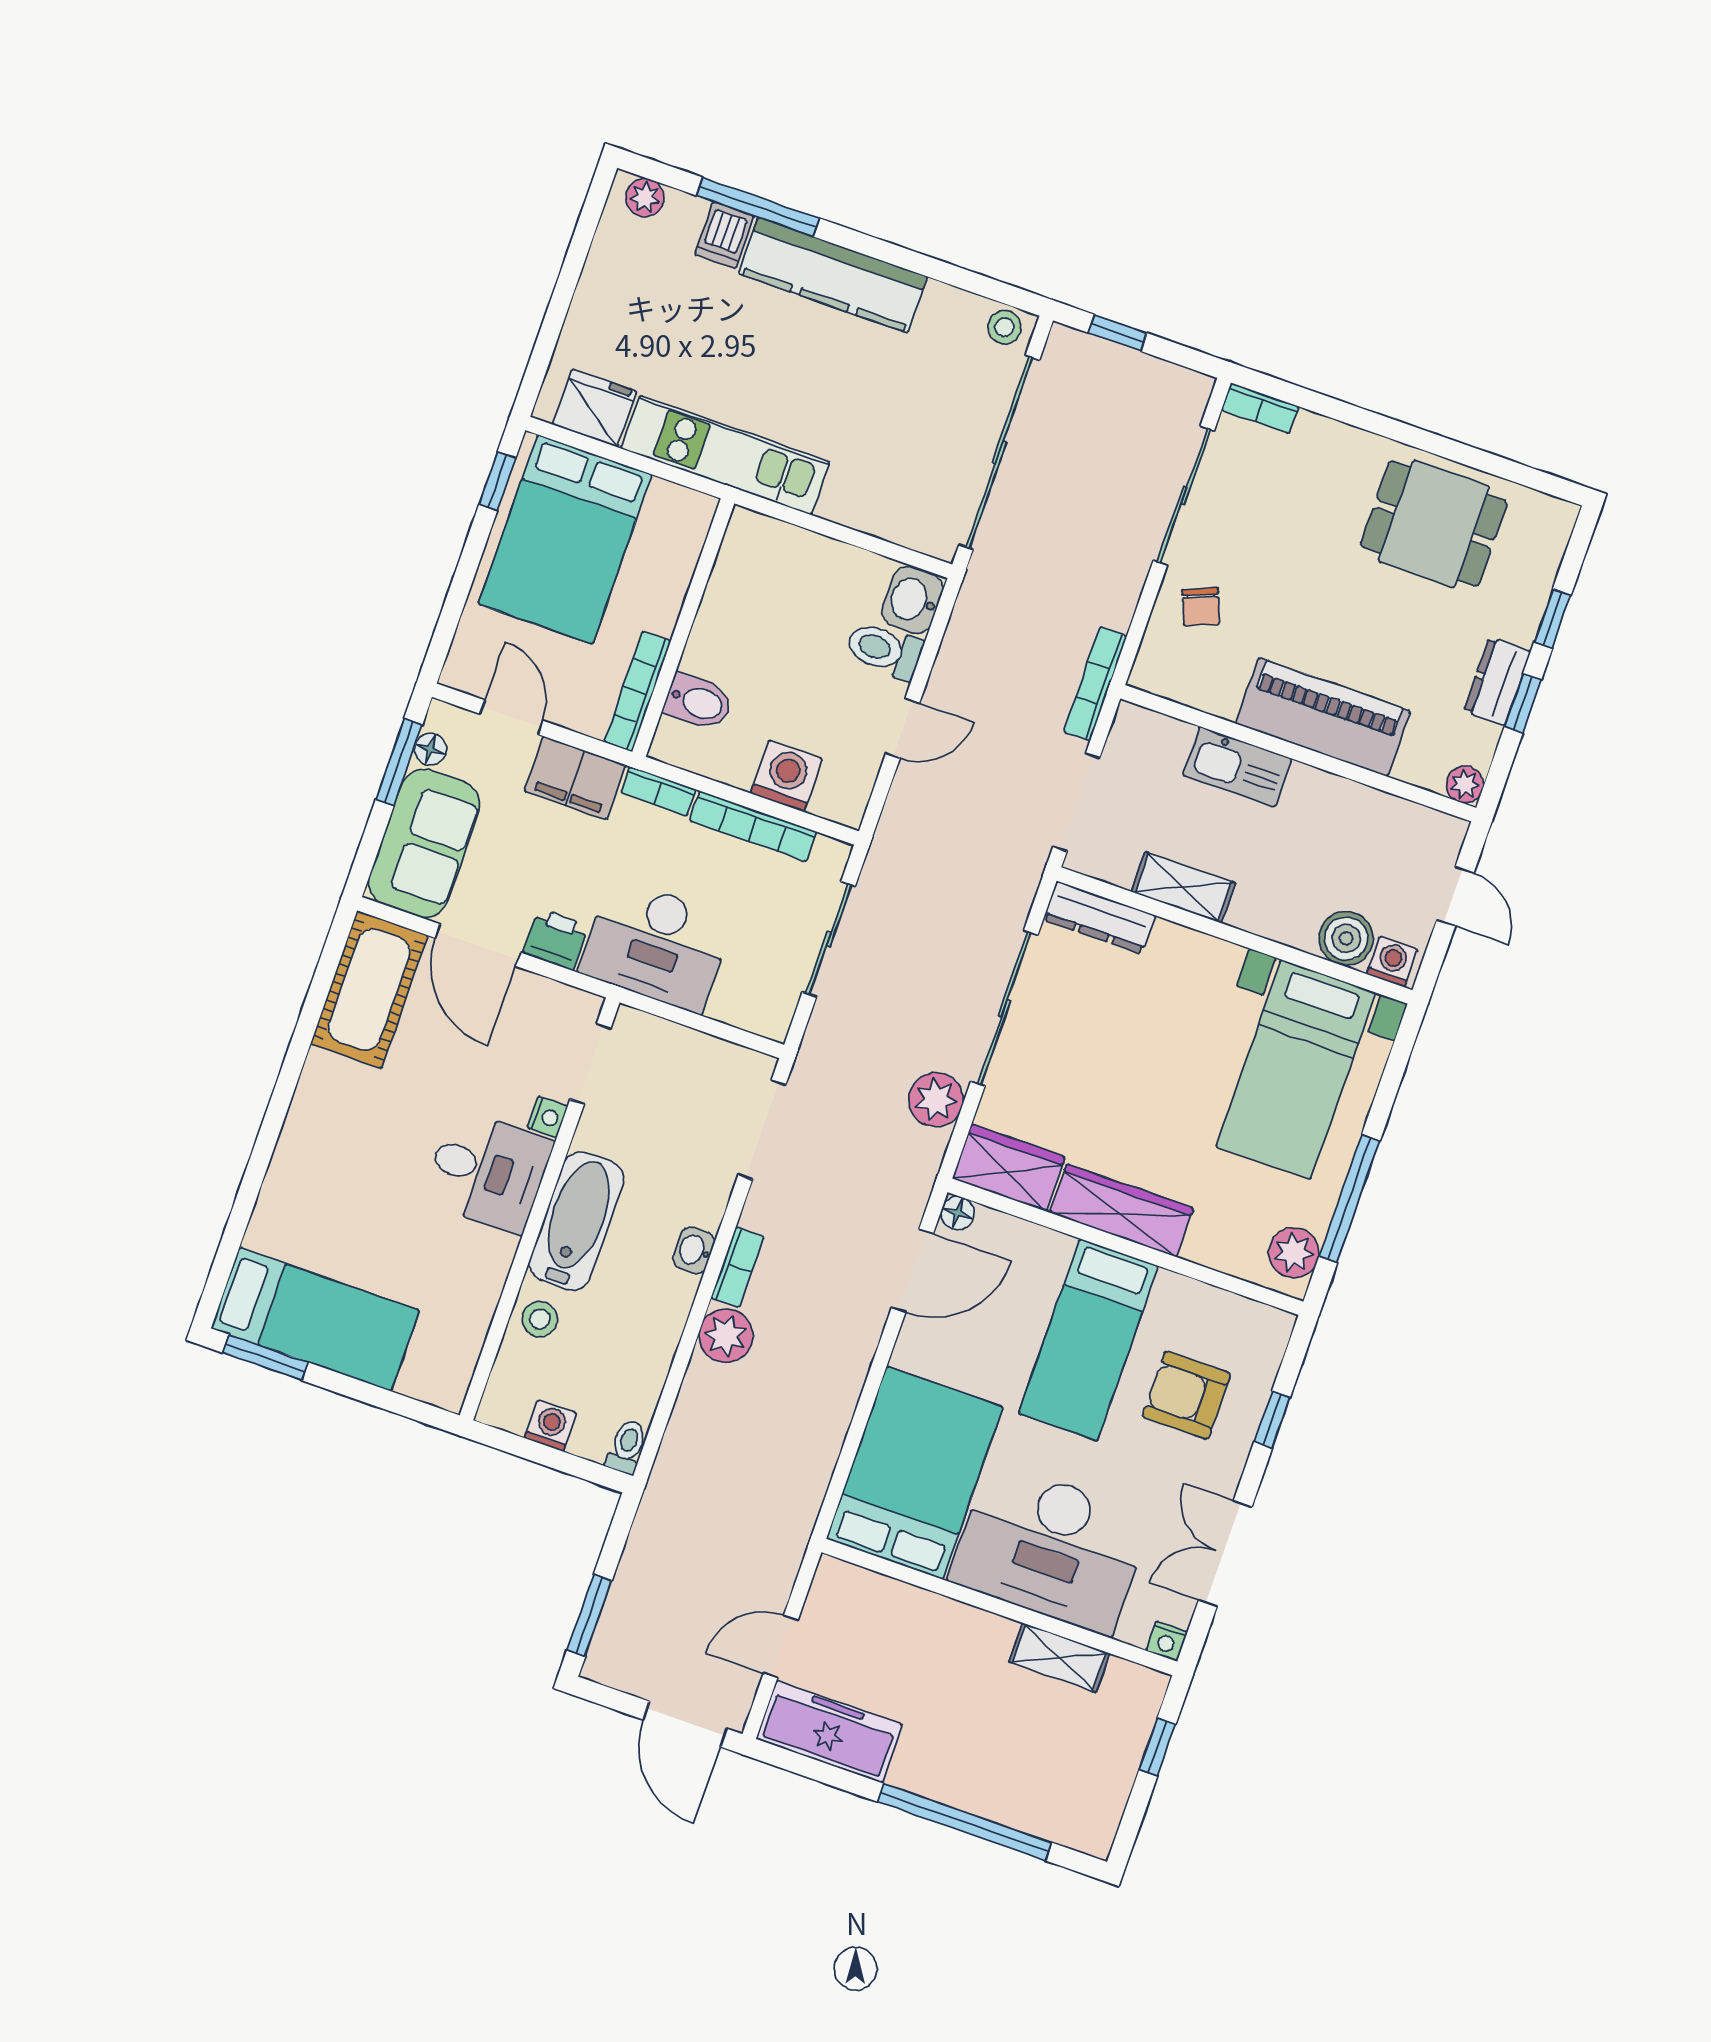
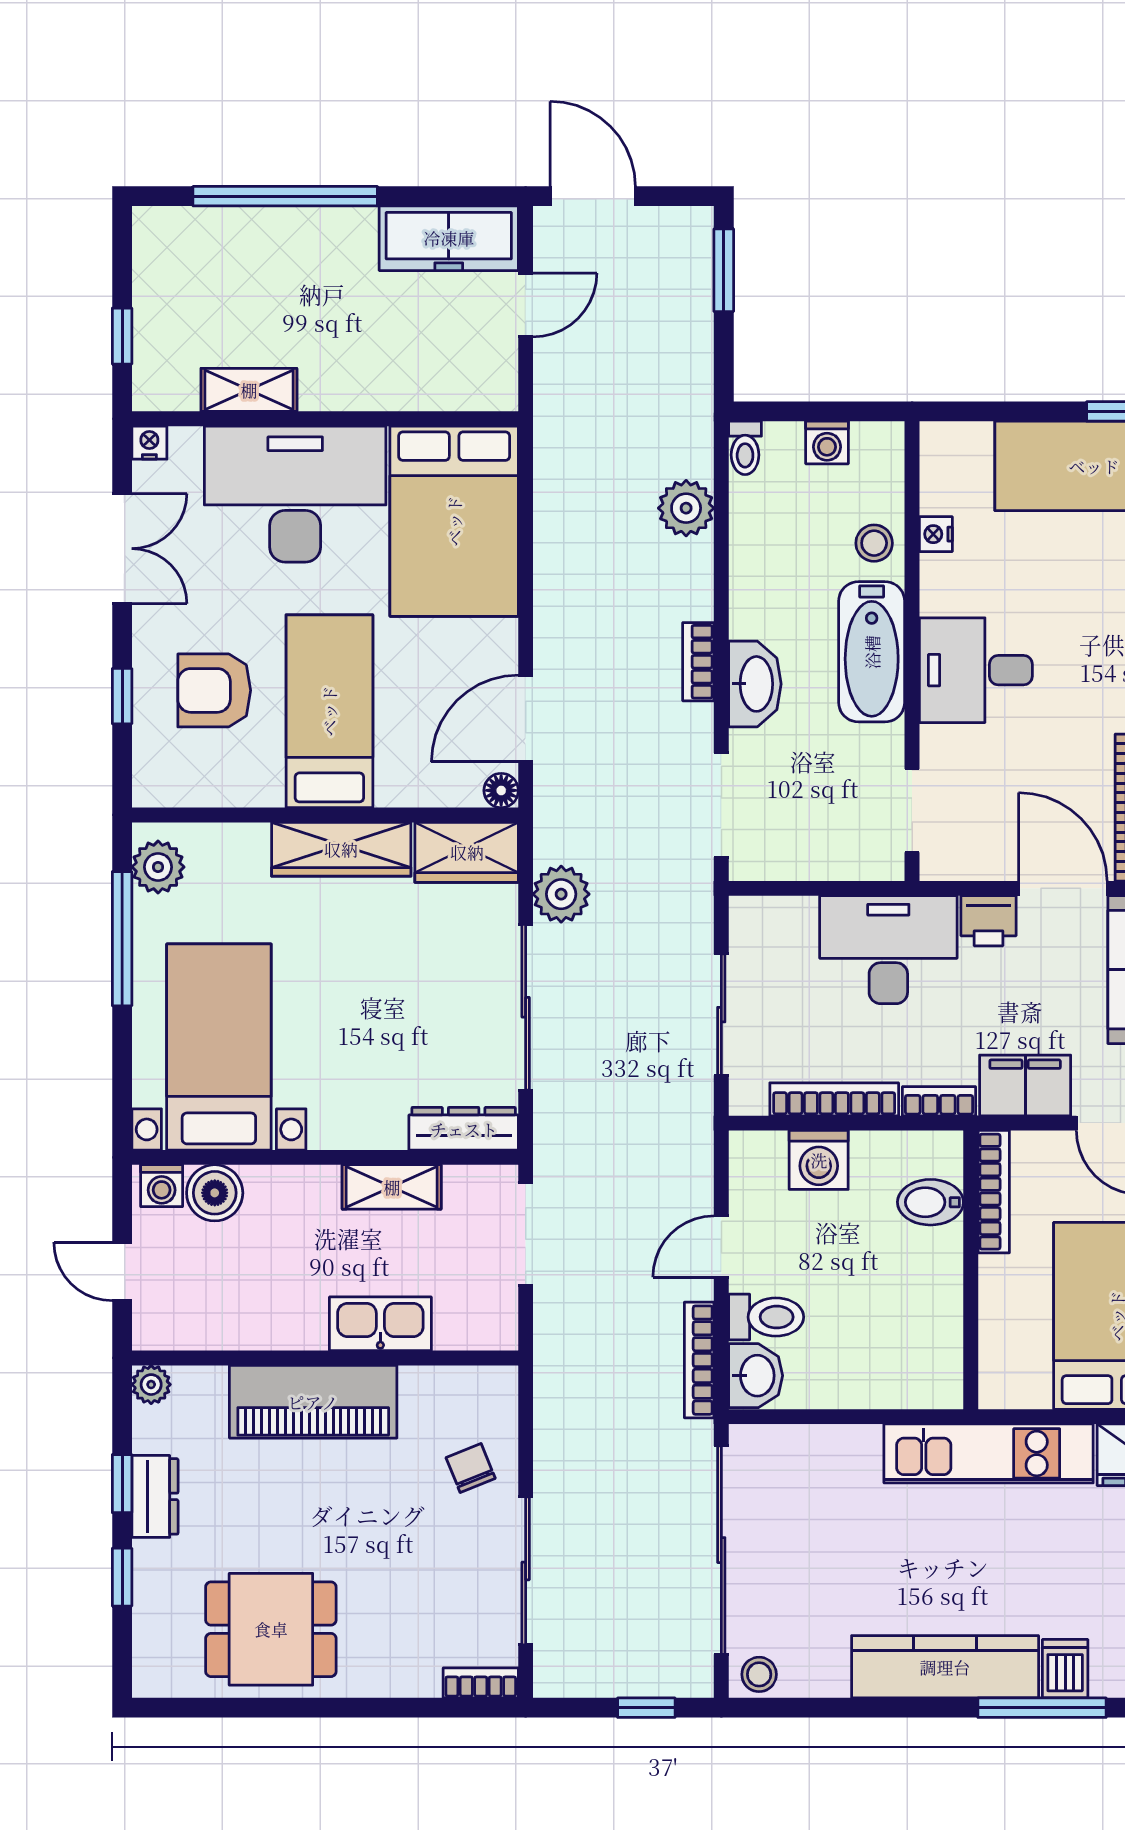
bookcase: (1095, 684) -> (699, 1360), moved, turned 180
nightstand: (547, 1117) -> (936, 534), moved
washbasin: (694, 1250) -> (755, 684), width x1.91, depth x1.45
plant: (726, 1336) -> (686, 508), moved
armchair: (1187, 1395) -> (214, 690), turned 180

